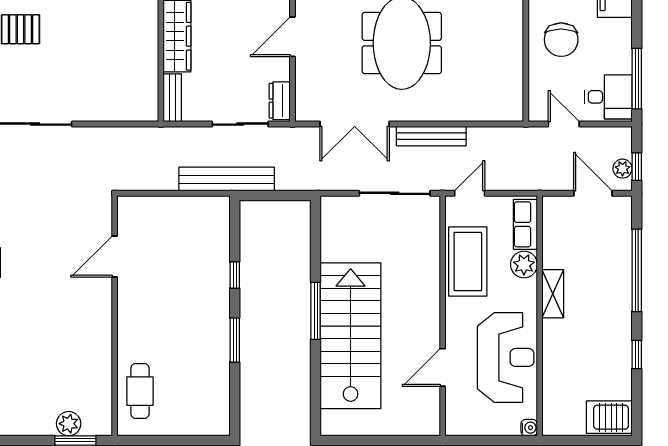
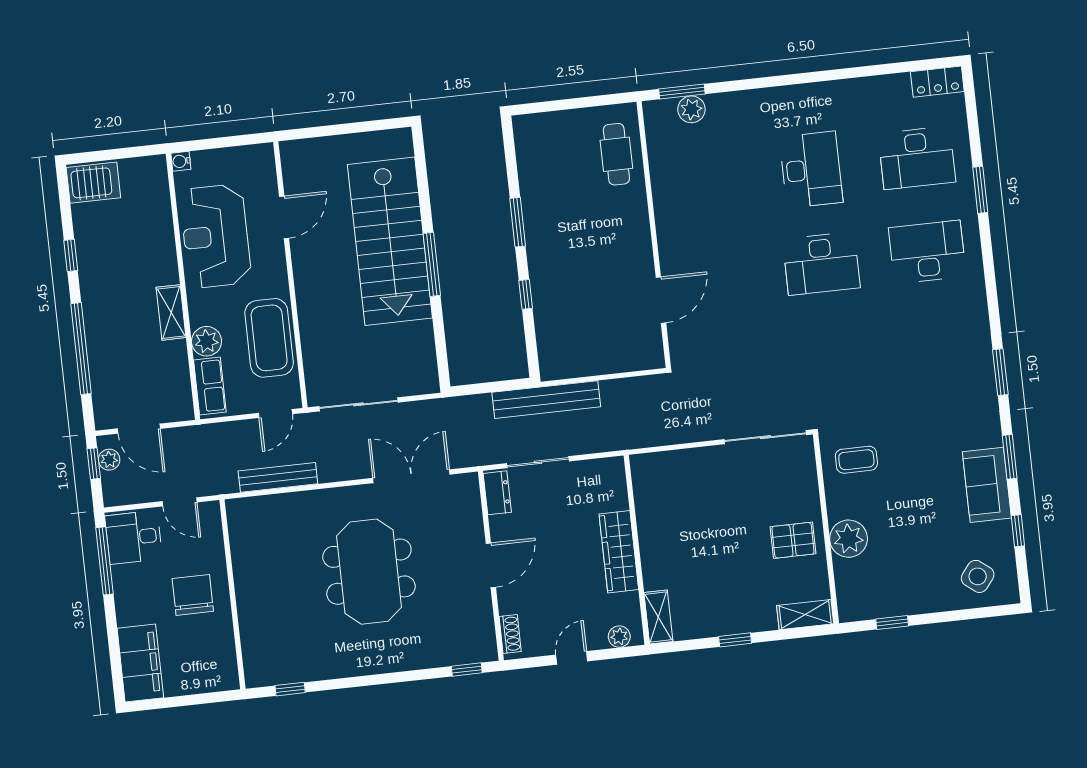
bench: (172, 98) -> (616, 483), removed
bench: (431, 136) -> (278, 477), moved

